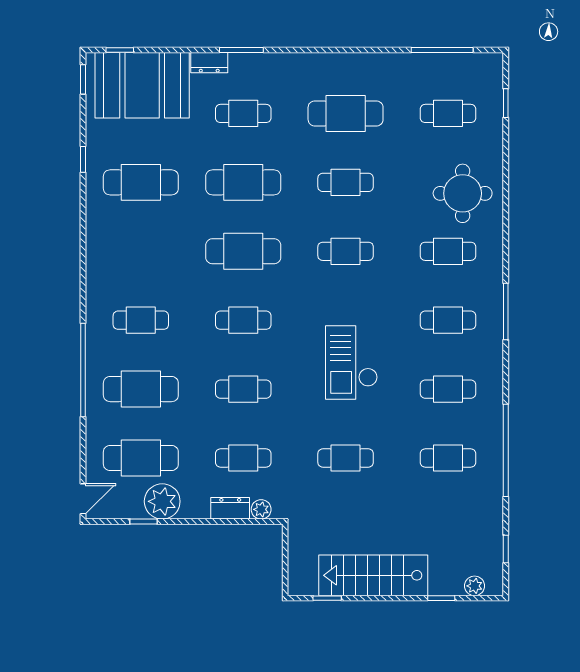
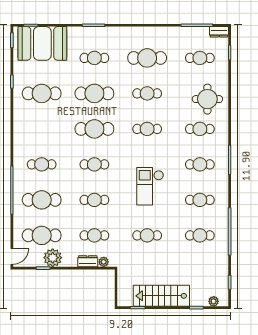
dresser: (209, 63) -> (219, 32), moved

